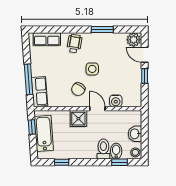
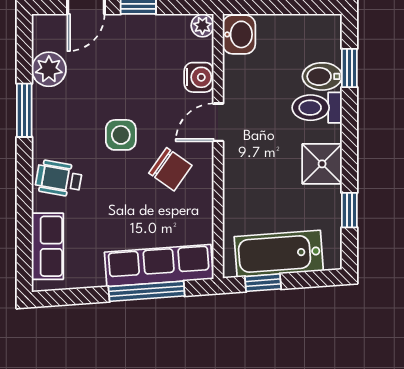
plant: (134, 40) -> (49, 69), moved
row of seats: (39, 91) -> (159, 266), width x1.48
plant: (137, 102) -> (202, 26), added
shower: (78, 119) -> (322, 164), moved
washbasin: (135, 134) -> (239, 34), moved, turned -90
stool: (135, 152) -> (325, 29), removed

